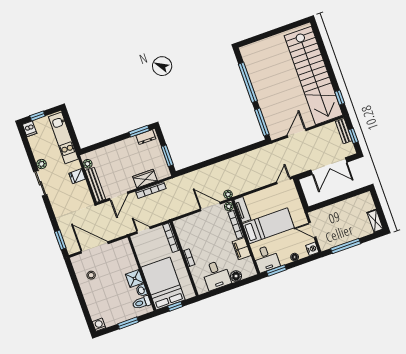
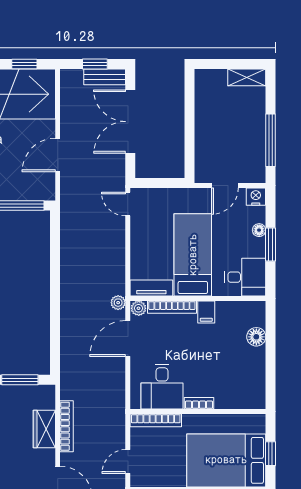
bench: (344, 131) -> (105, 77), moved
door: (297, 133) -> (58, 155), hinge flipped
double door: (329, 166) -> (130, 122), swing flipped
filing cabinet: (242, 249) -> (206, 312), width x0.50
window: (276, 270) -> (271, 244), moved
desk: (216, 275) -> (162, 387), moved, turned 90

